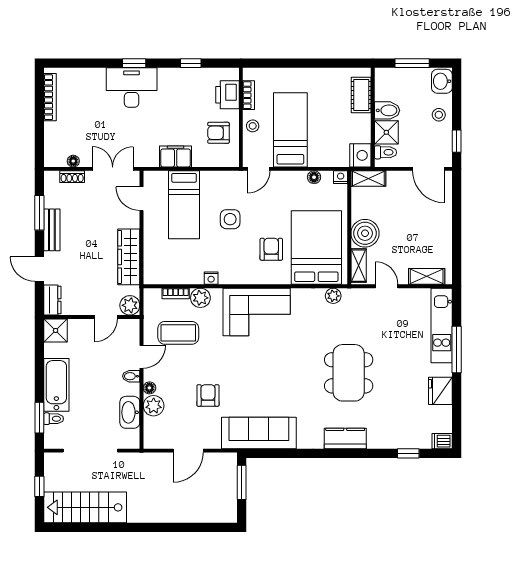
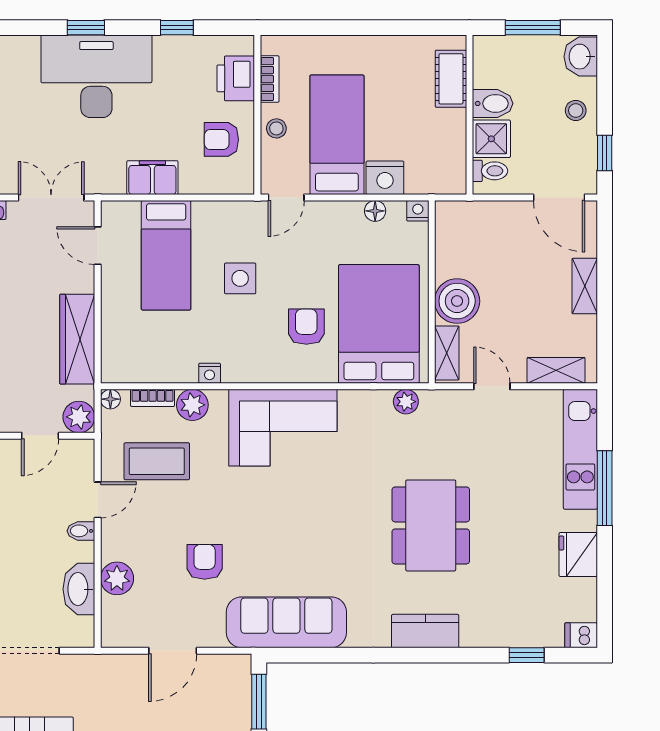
desk: (132, 88) -> (96, 76), width x1.36, depth x1.30
nightstand: (360, 155) -> (385, 178), moved, turned 90
shelving: (368, 178) -> (585, 286), moved, turned 90
floor lamp: (149, 388) -> (110, 399), moved

